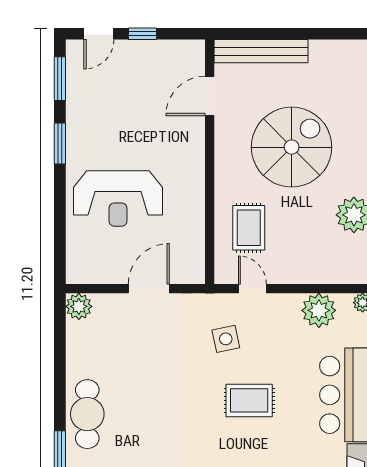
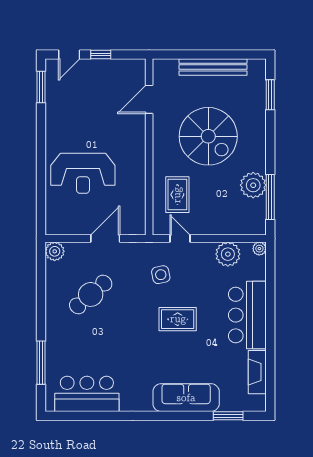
bench: (261, 51) -> (213, 67), moved
window: (60, 144) -> (41, 134), removed
spiral stairs: (292, 147) -> (208, 136), turned 90
cafe table: (87, 414) -> (91, 294), moved, turned 49

